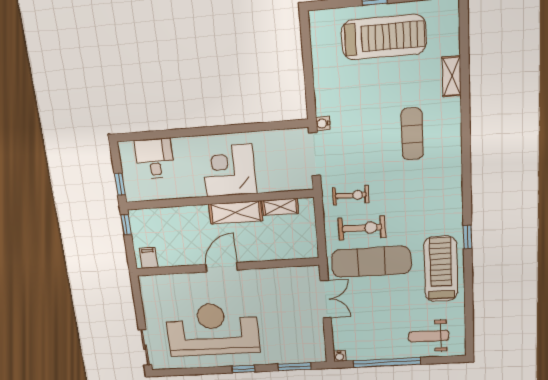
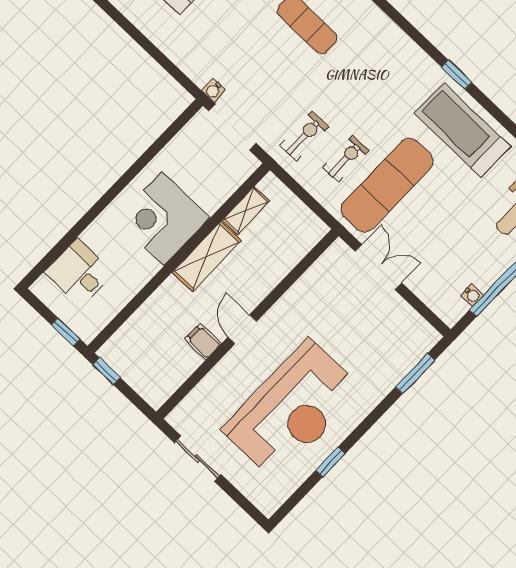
exercise bike: (362, 228) -> (346, 159), width x0.73, depth x0.72
filing cabinet: (148, 258) -> (203, 341), moved
door: (222, 267) -> (242, 329), width x0.73
reception desk: (212, 329) -> (292, 410), turned 180
sliding door: (145, 347) -> (198, 458), moved
water cooler: (339, 356) -> (472, 295), moved
window: (243, 369) -> (330, 462), moved

